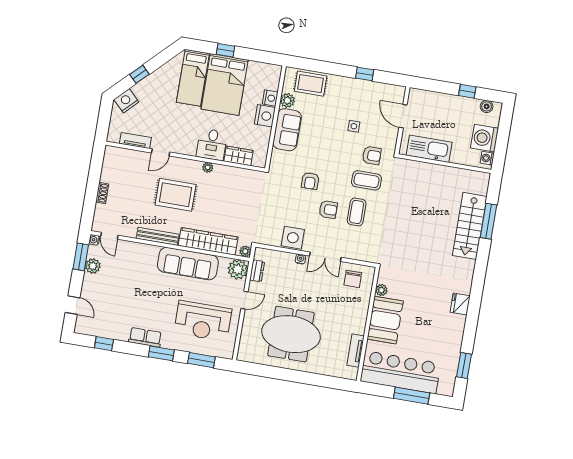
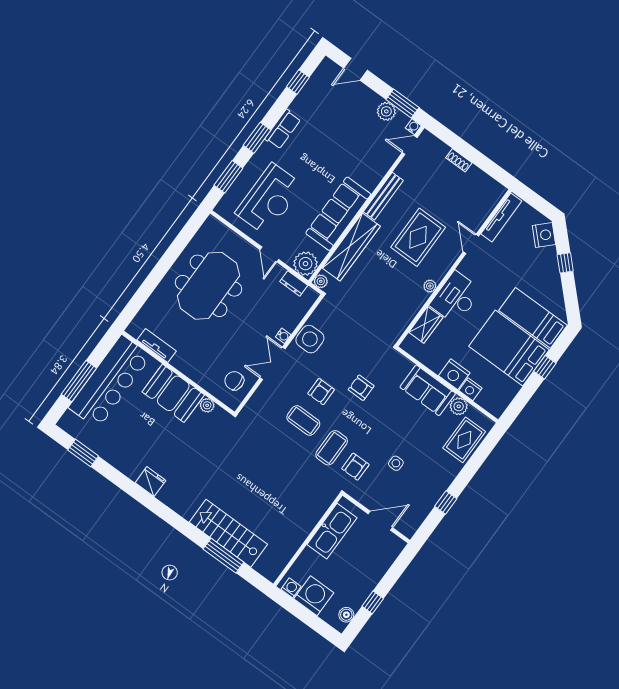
tv unit: (135, 141) -> (501, 217), width x1.41
desk: (212, 144) -> (456, 298), width x1.37
reception desk: (203, 321) -> (269, 199), turned 180

